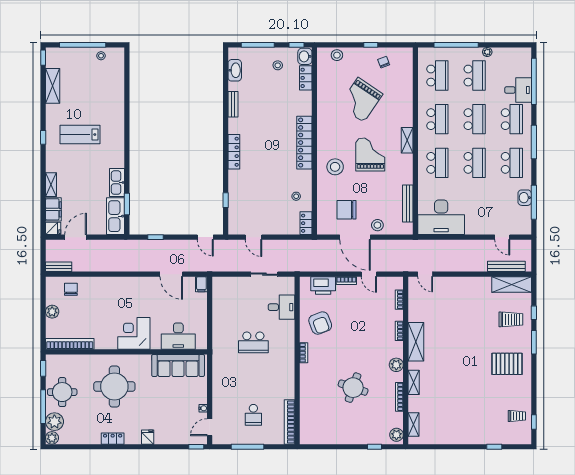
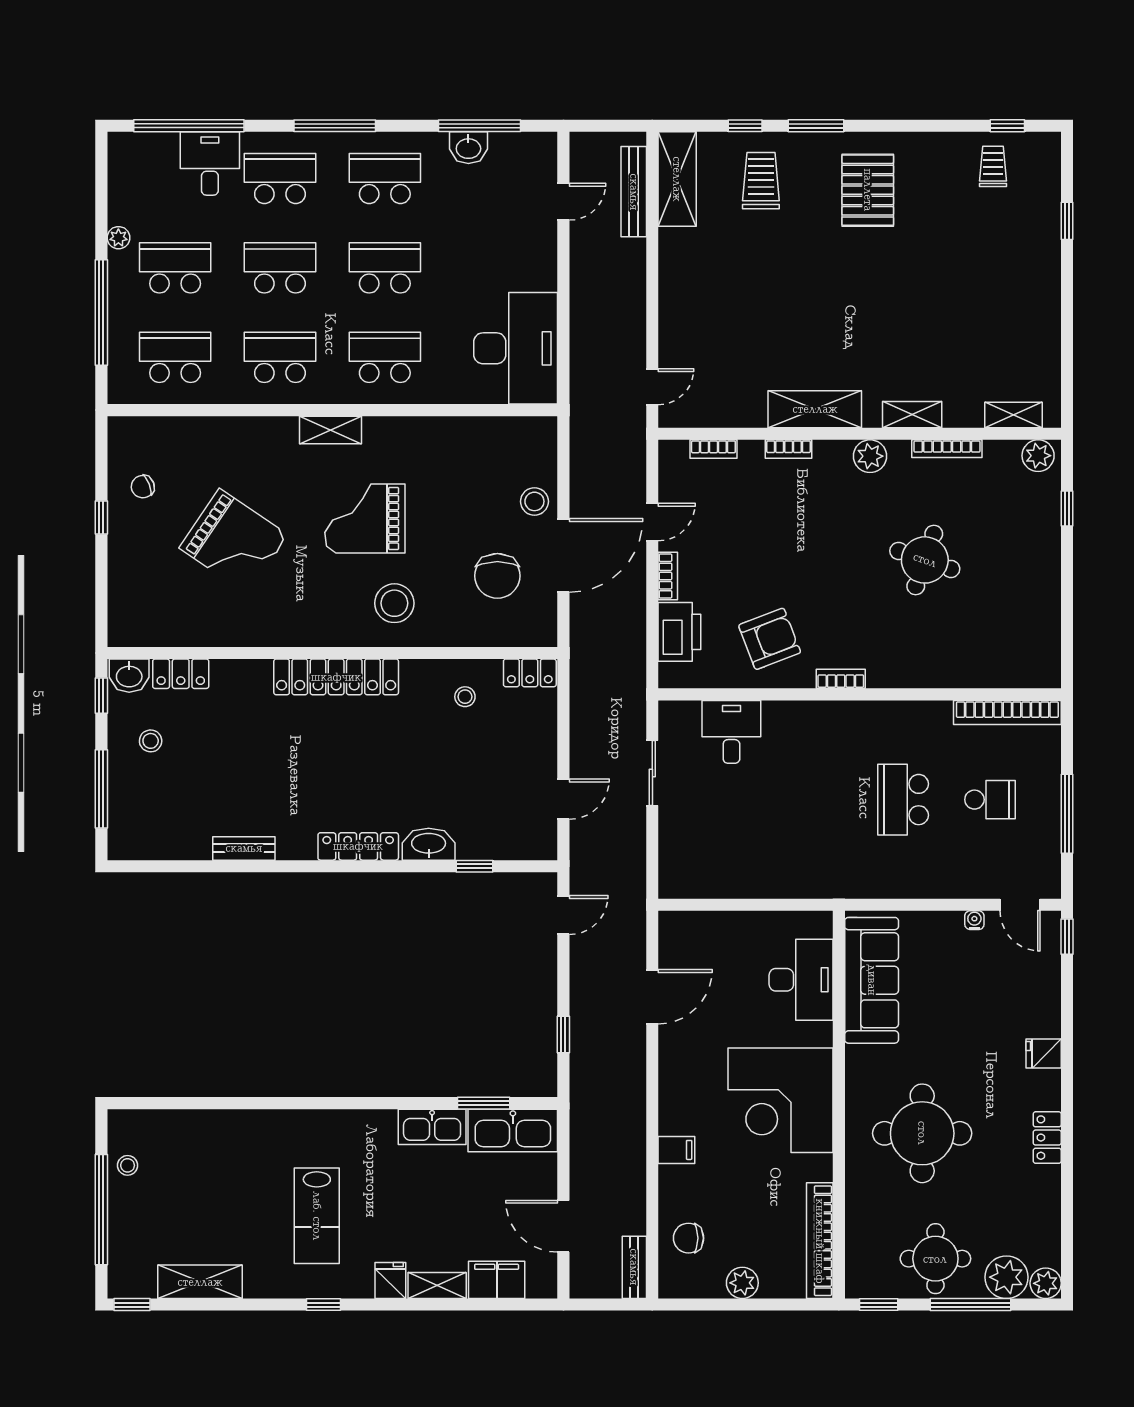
stool: (337, 55) -> (126, 599), removed
washbasin: (235, 70) -> (429, 844), moved
bench: (408, 203) -> (482, 429), removed
fridge: (53, 228) -> (390, 1280), moved
filing cabinet: (201, 284) -> (676, 1150), moved
corner desk: (134, 333) -> (781, 1100), width x1.36, depth x1.36
school desk: (253, 342) -> (903, 800), moved, turned 180

